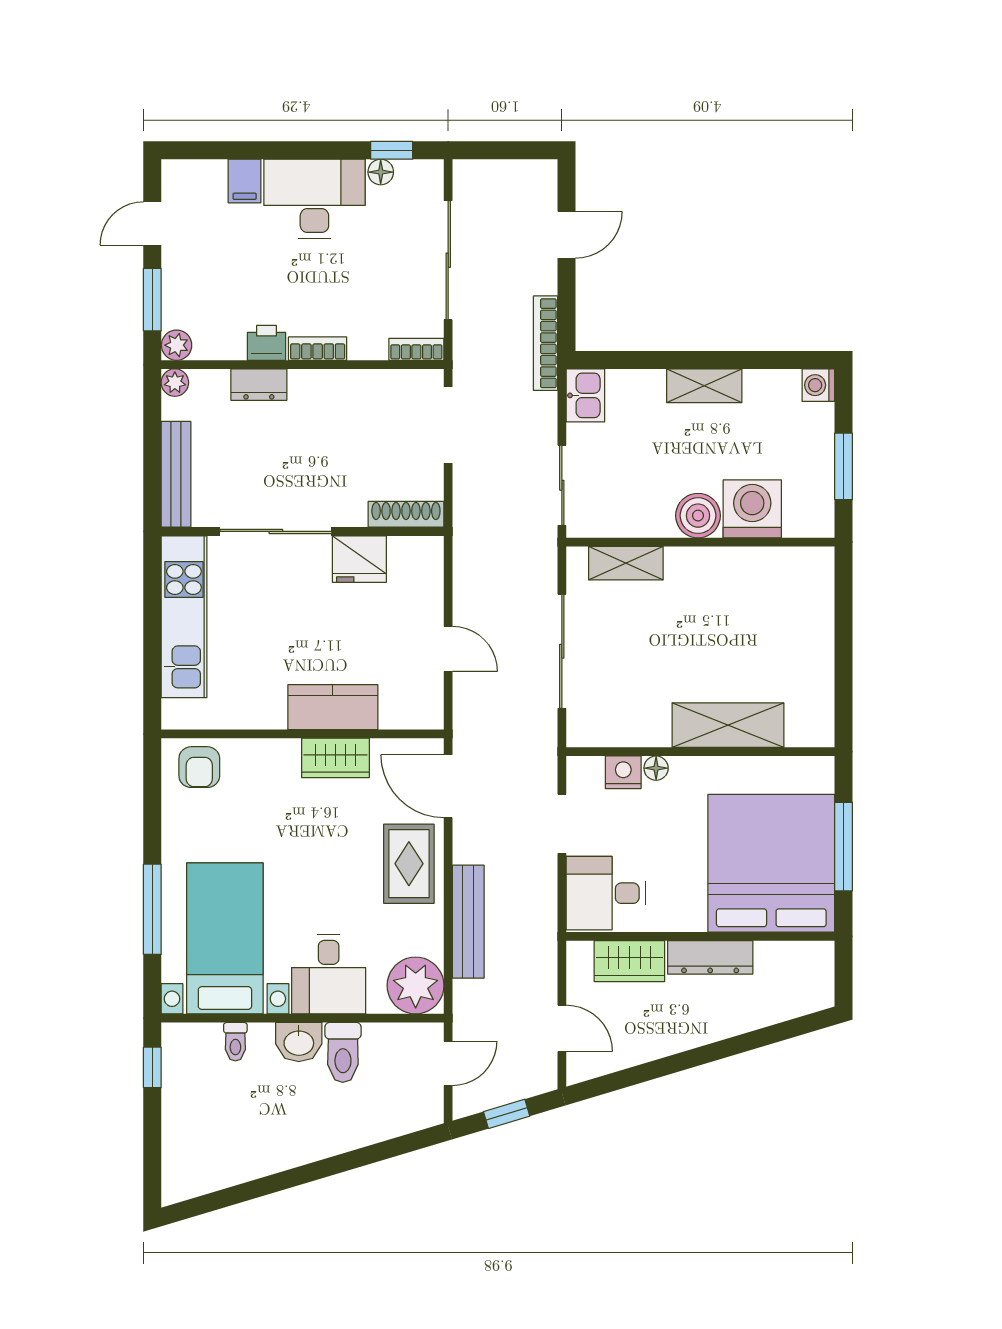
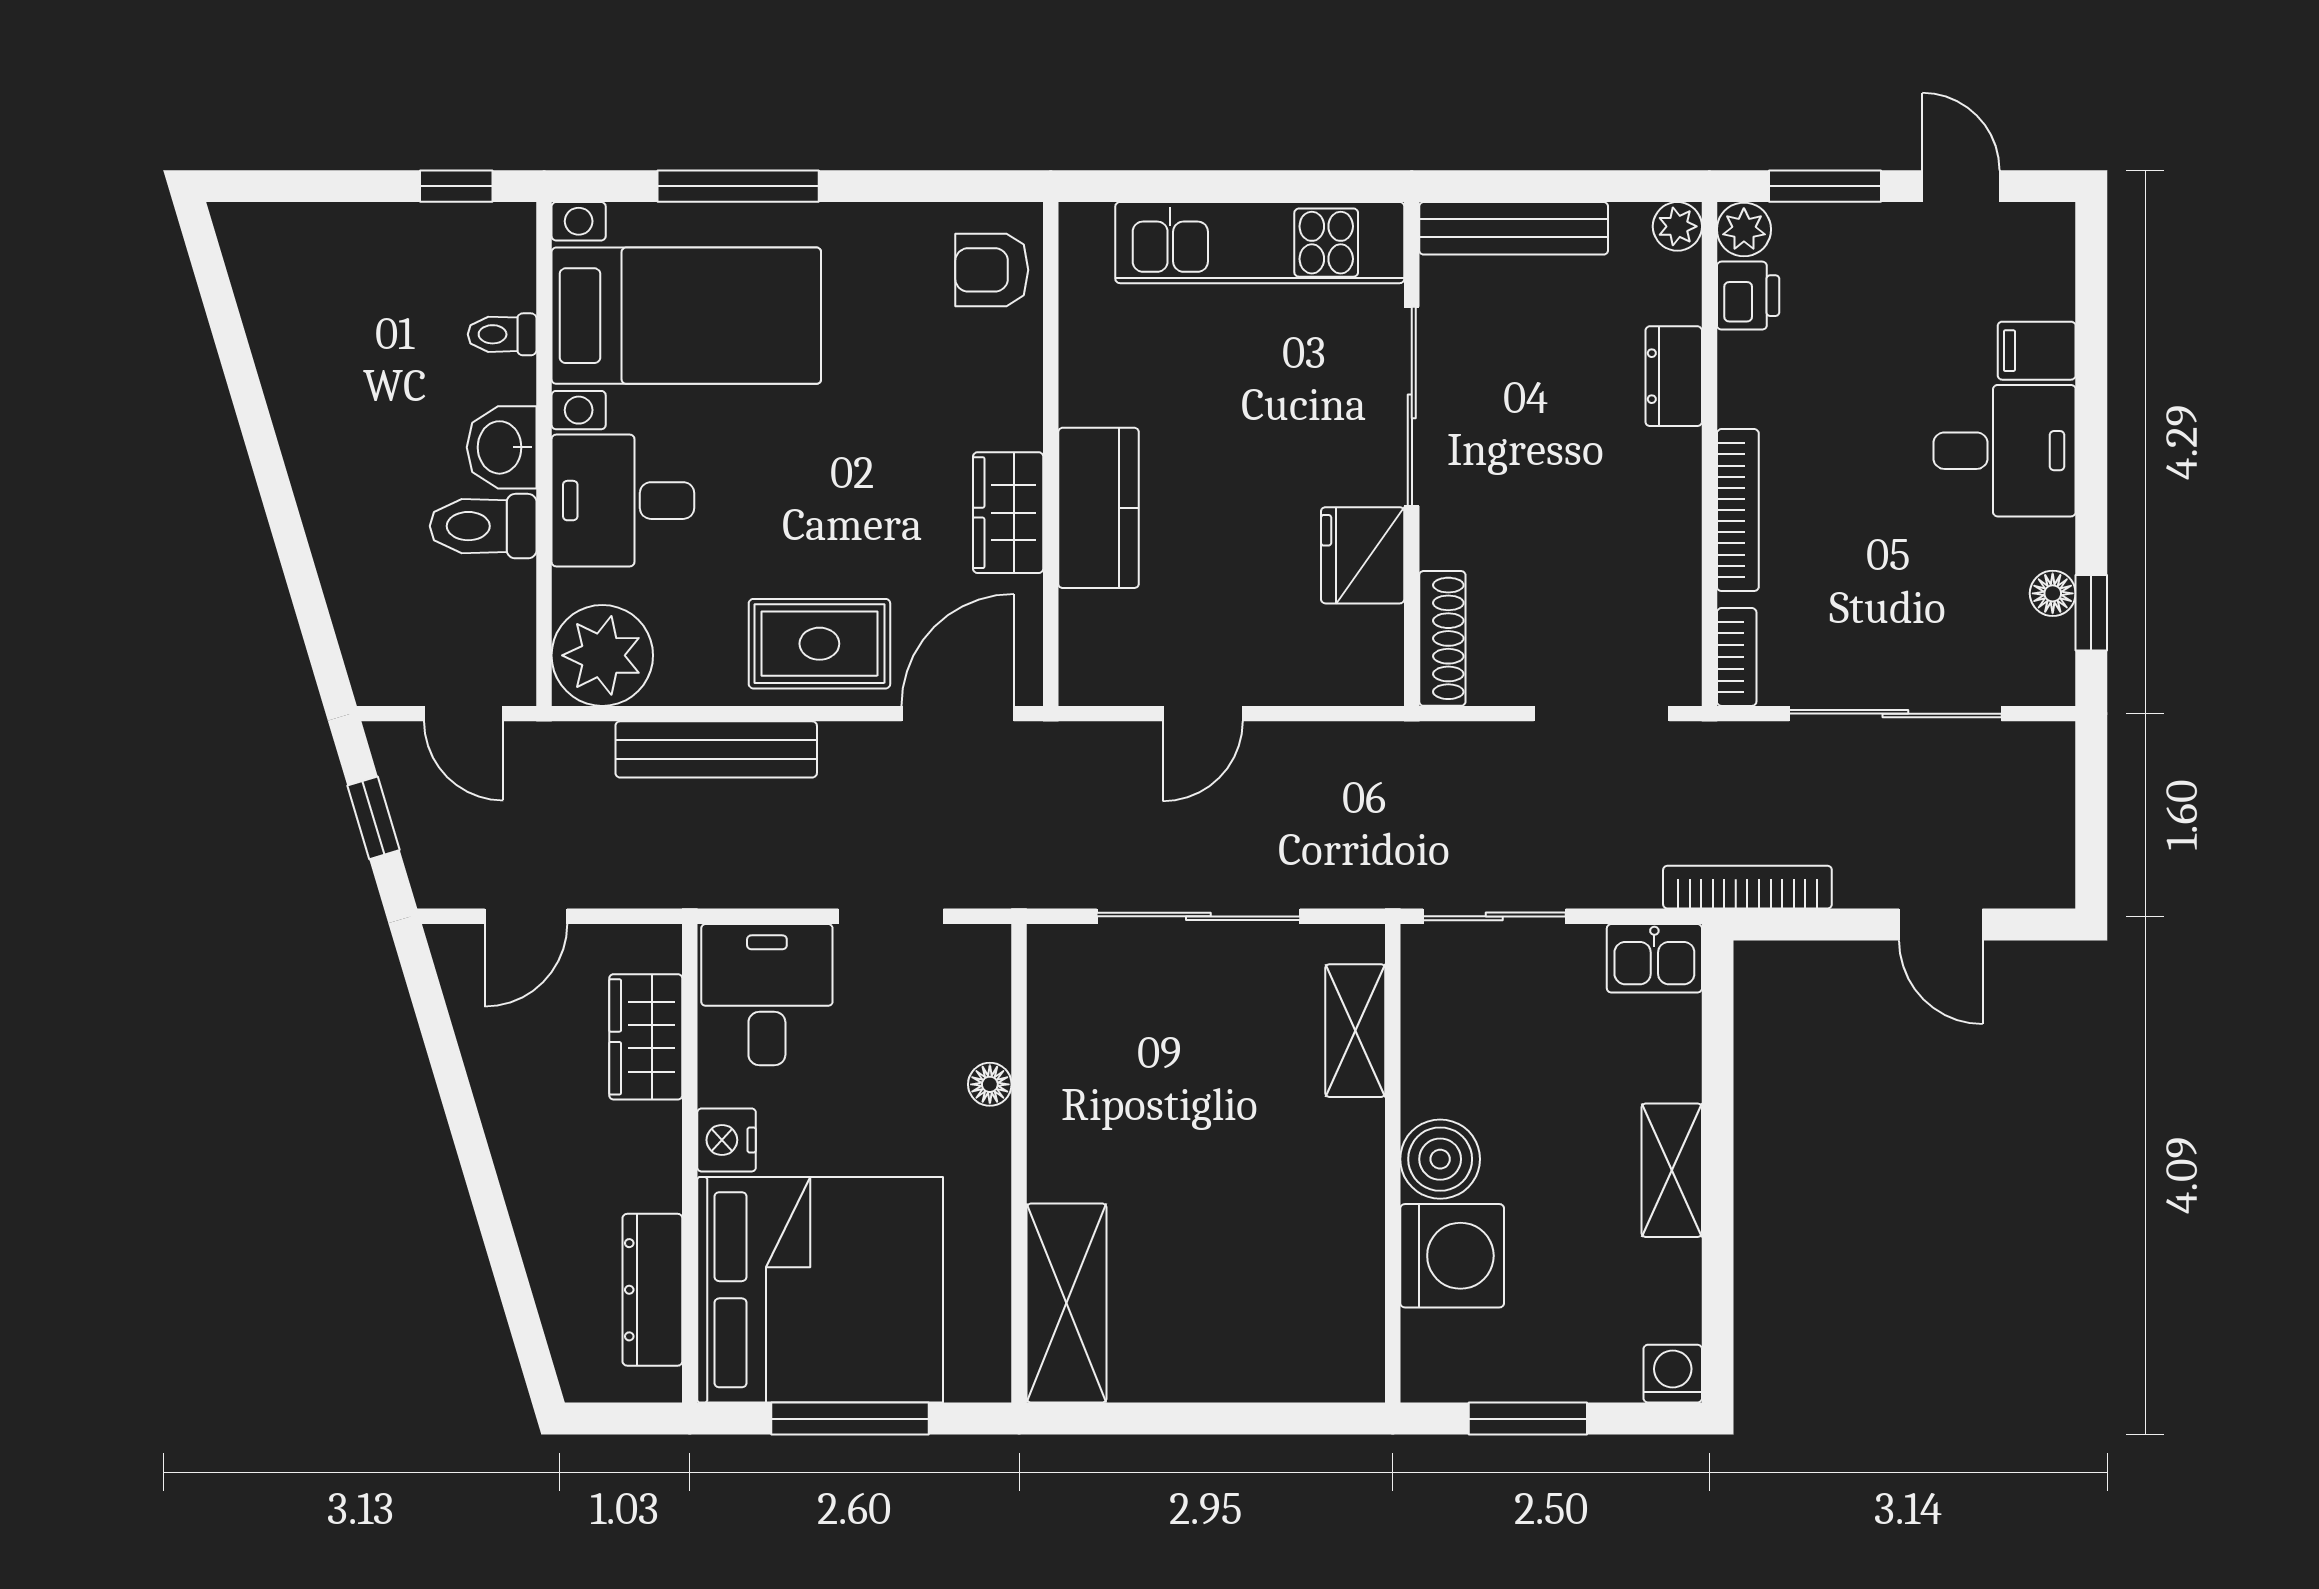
desk: (314, 199) -> (2005, 451), width x0.73
printer: (266, 343) -> (1748, 296), moved
bookcase: (318, 349) -> (1738, 510), width x1.56
shelving: (728, 725) -> (1067, 1303), moved
nightstand: (623, 772) -> (727, 1140), moved, turned 180
dresser: (710, 957) -> (652, 1290), moved

